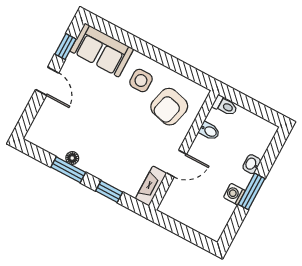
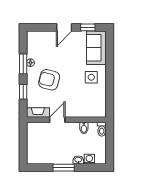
armchair: (169, 107) -> (49, 80), moved
door: (176, 164) -> (57, 120), swing flipped
washing machine: (234, 194) -> (89, 159), moved

